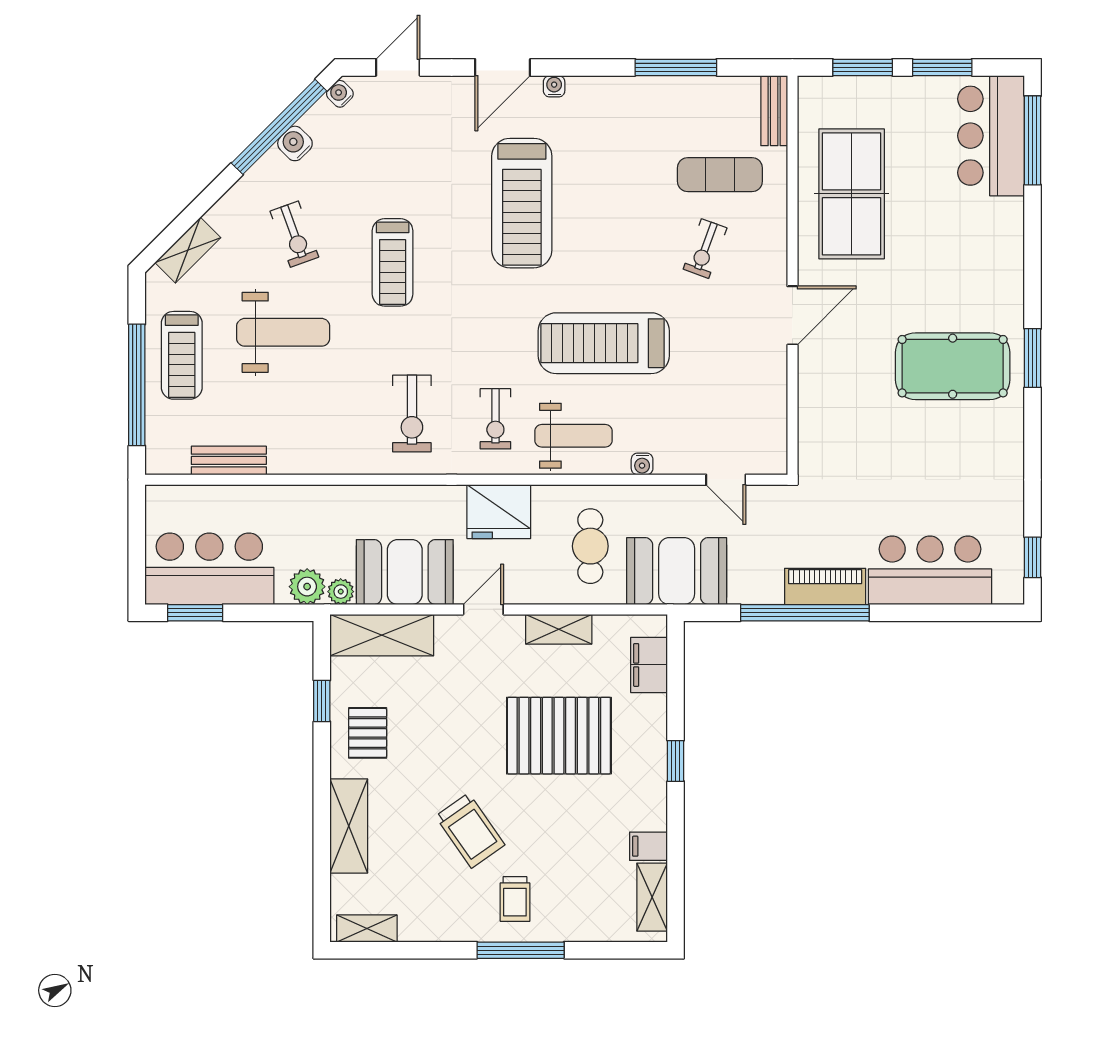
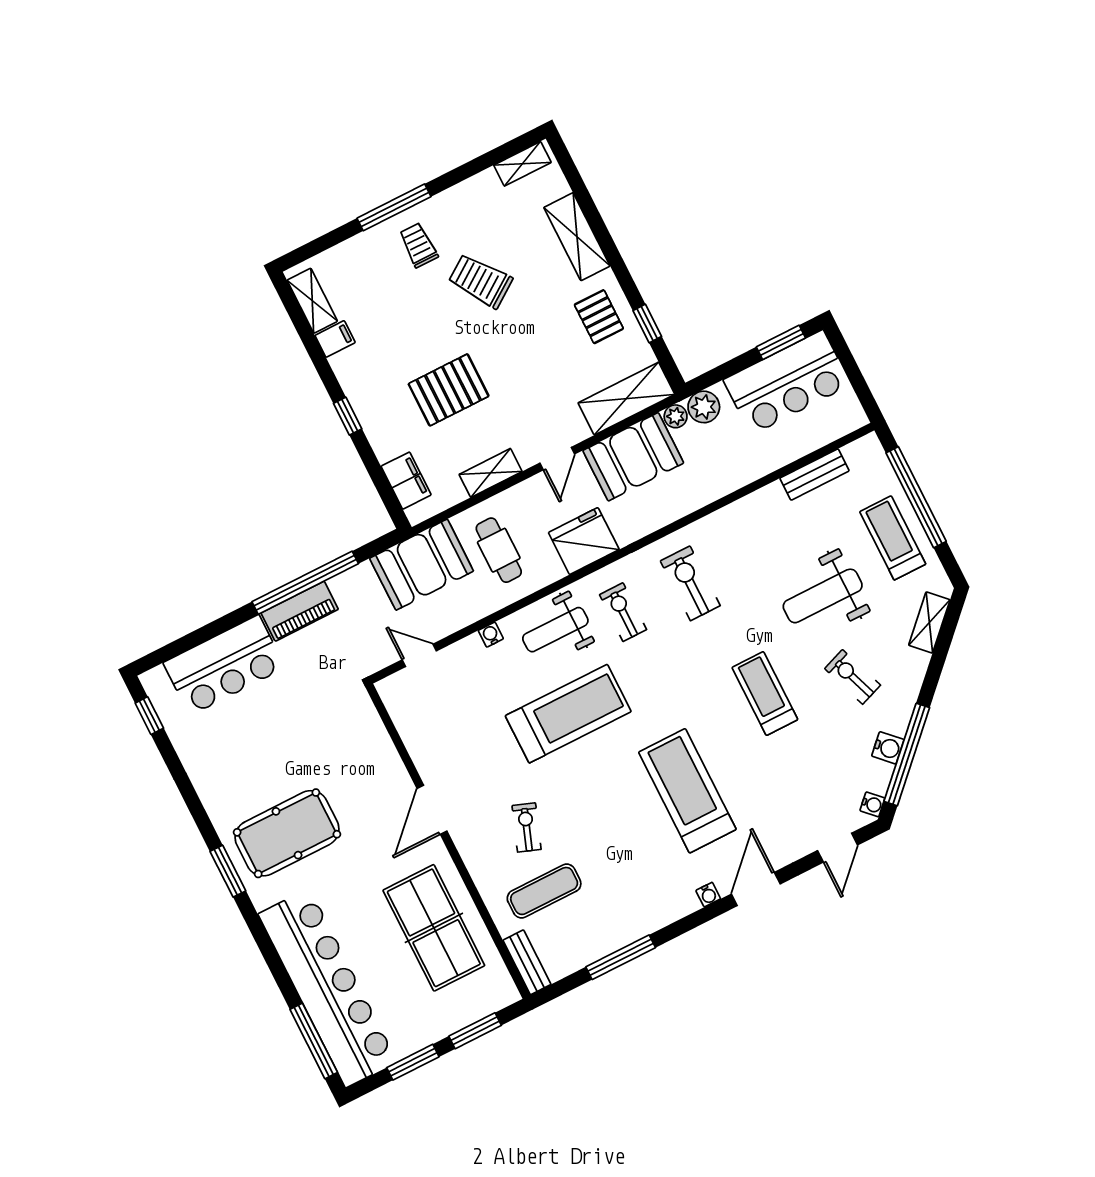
bar counter: (991, 136) -> (328, 988), width x1.86
pallet: (559, 736) -> (449, 390), width x0.73, depth x0.71

